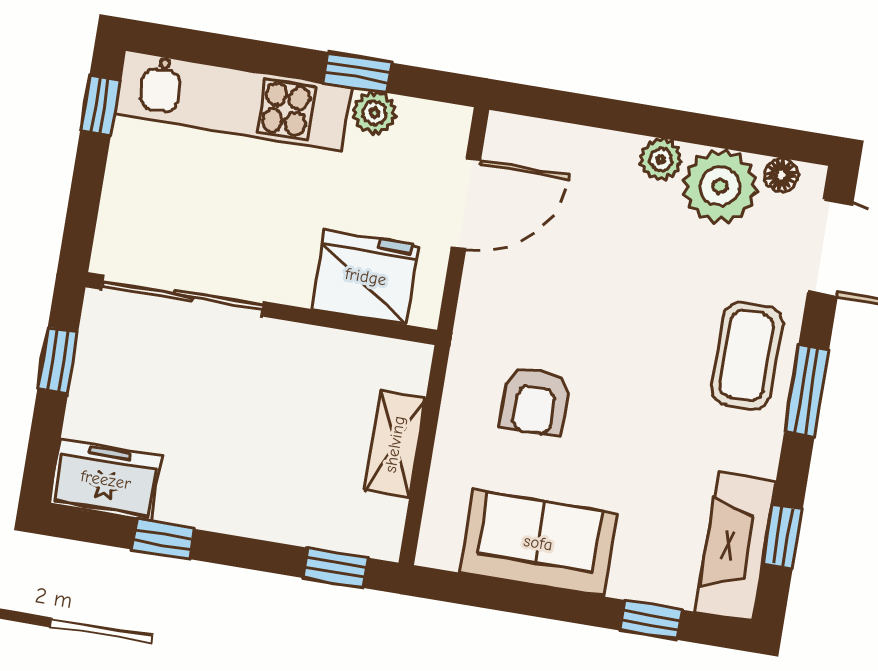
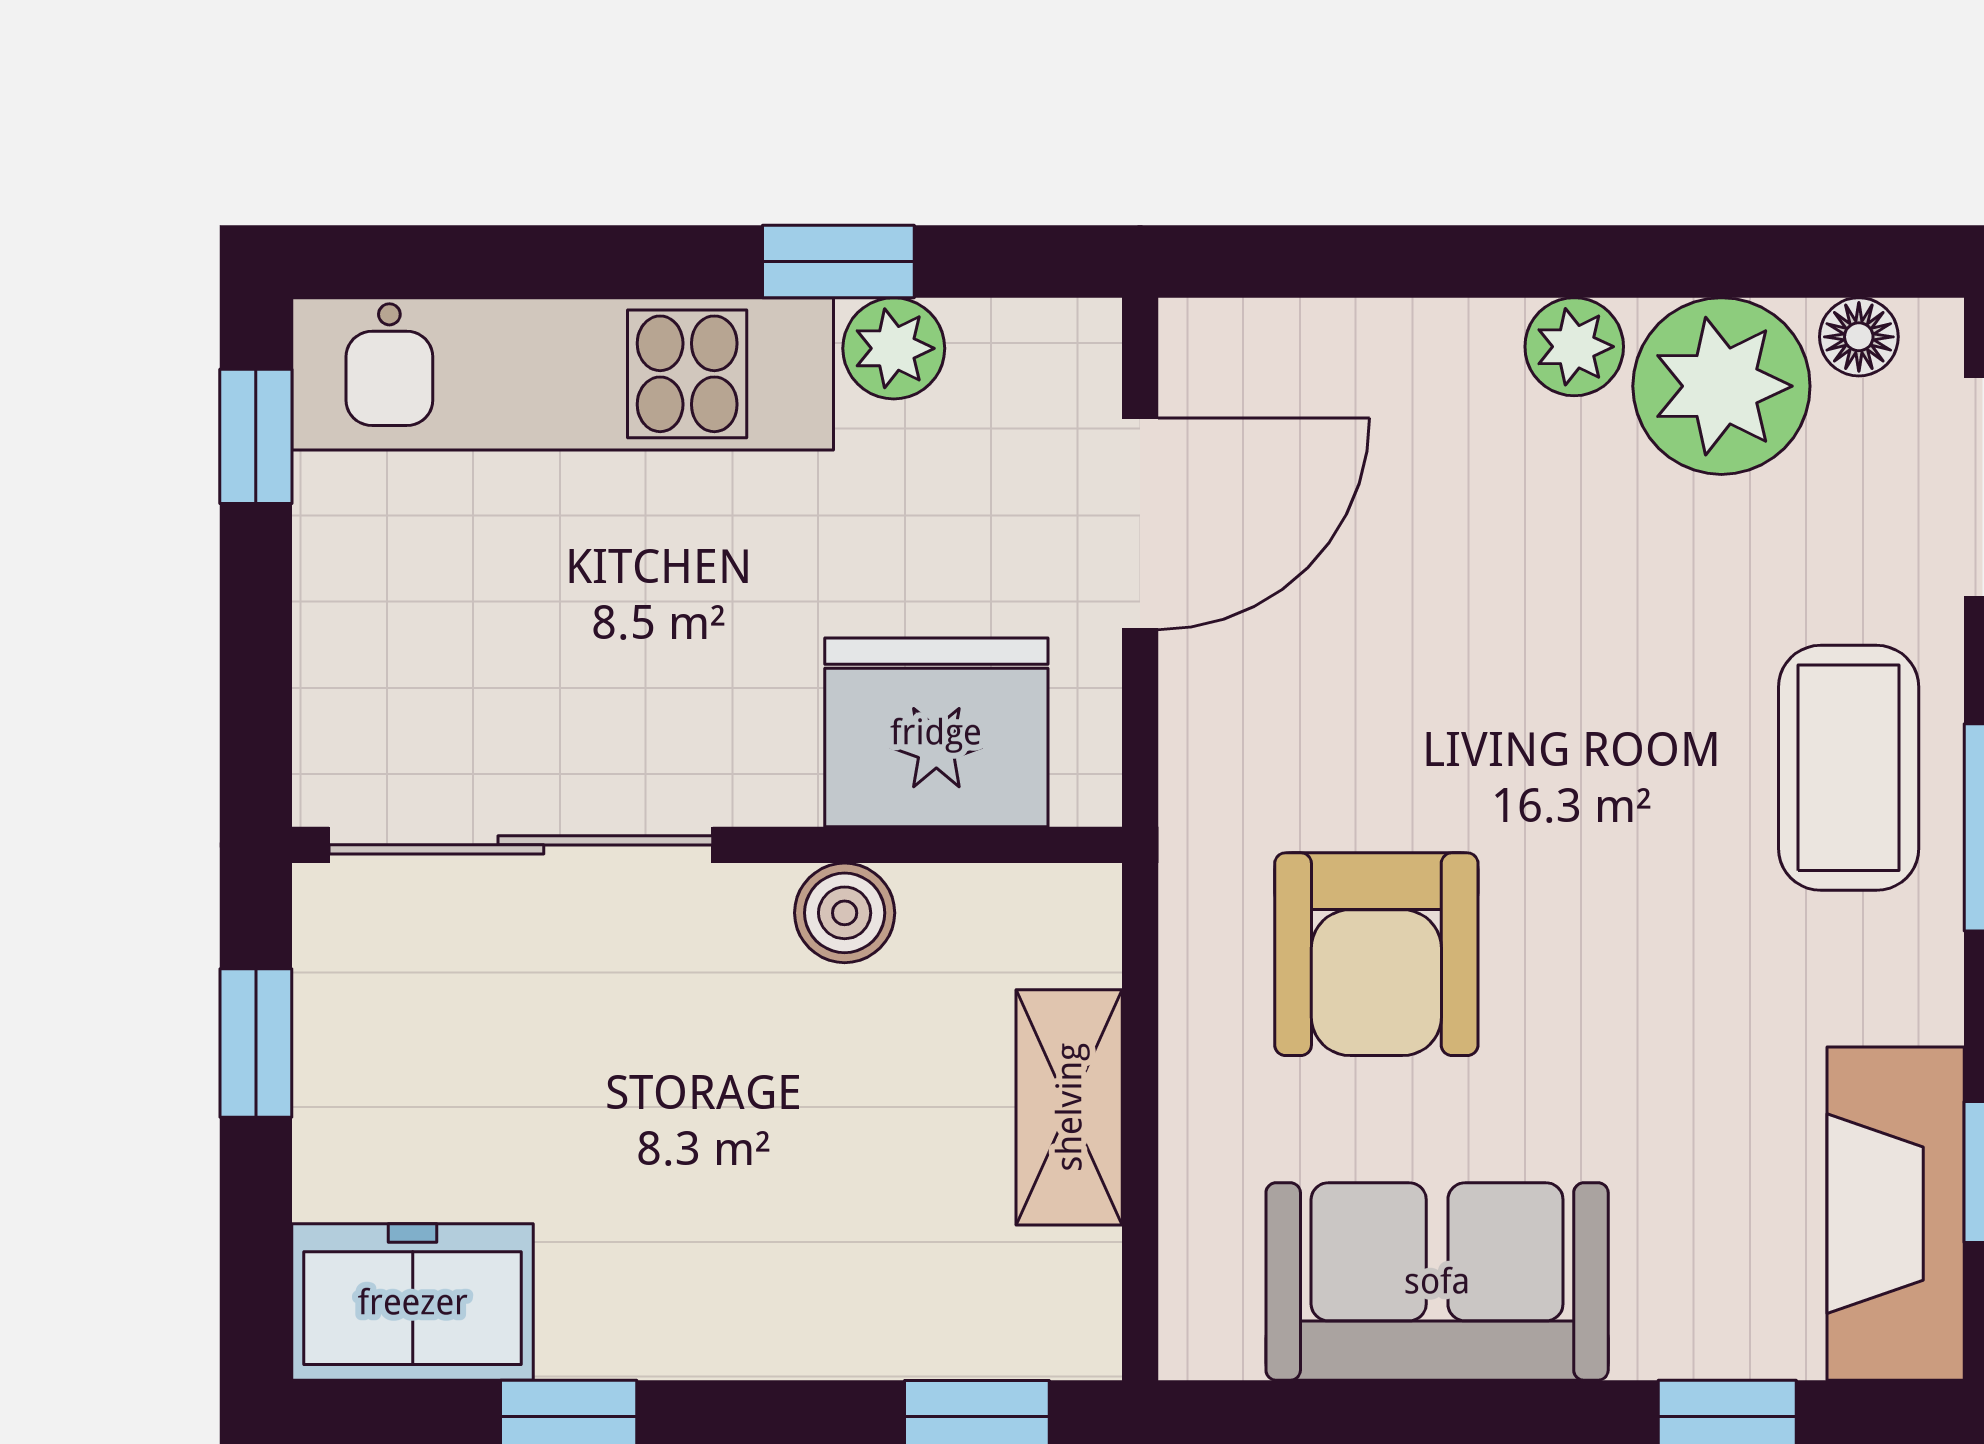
boiler: (314, 347) -> (845, 913), added
armchair: (535, 401) -> (1376, 954), width x1.38, depth x1.38

